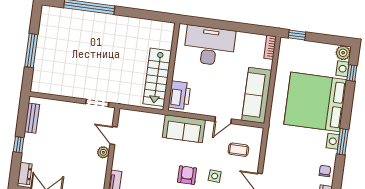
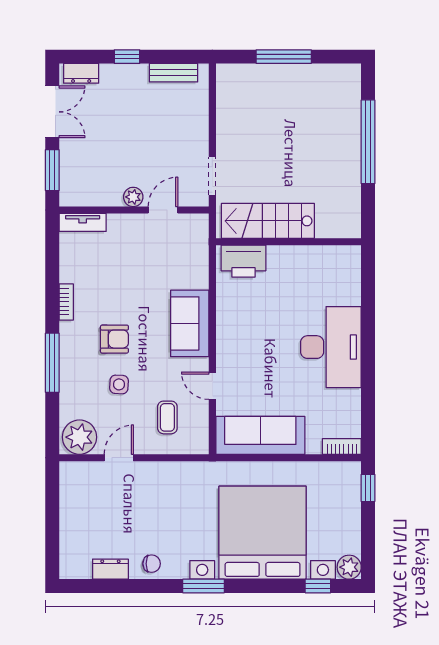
wall: (171, 67) -> (289, 242), moved
stairs: (157, 77) -> (268, 221), moved
printer: (179, 95) -> (243, 261), moved

